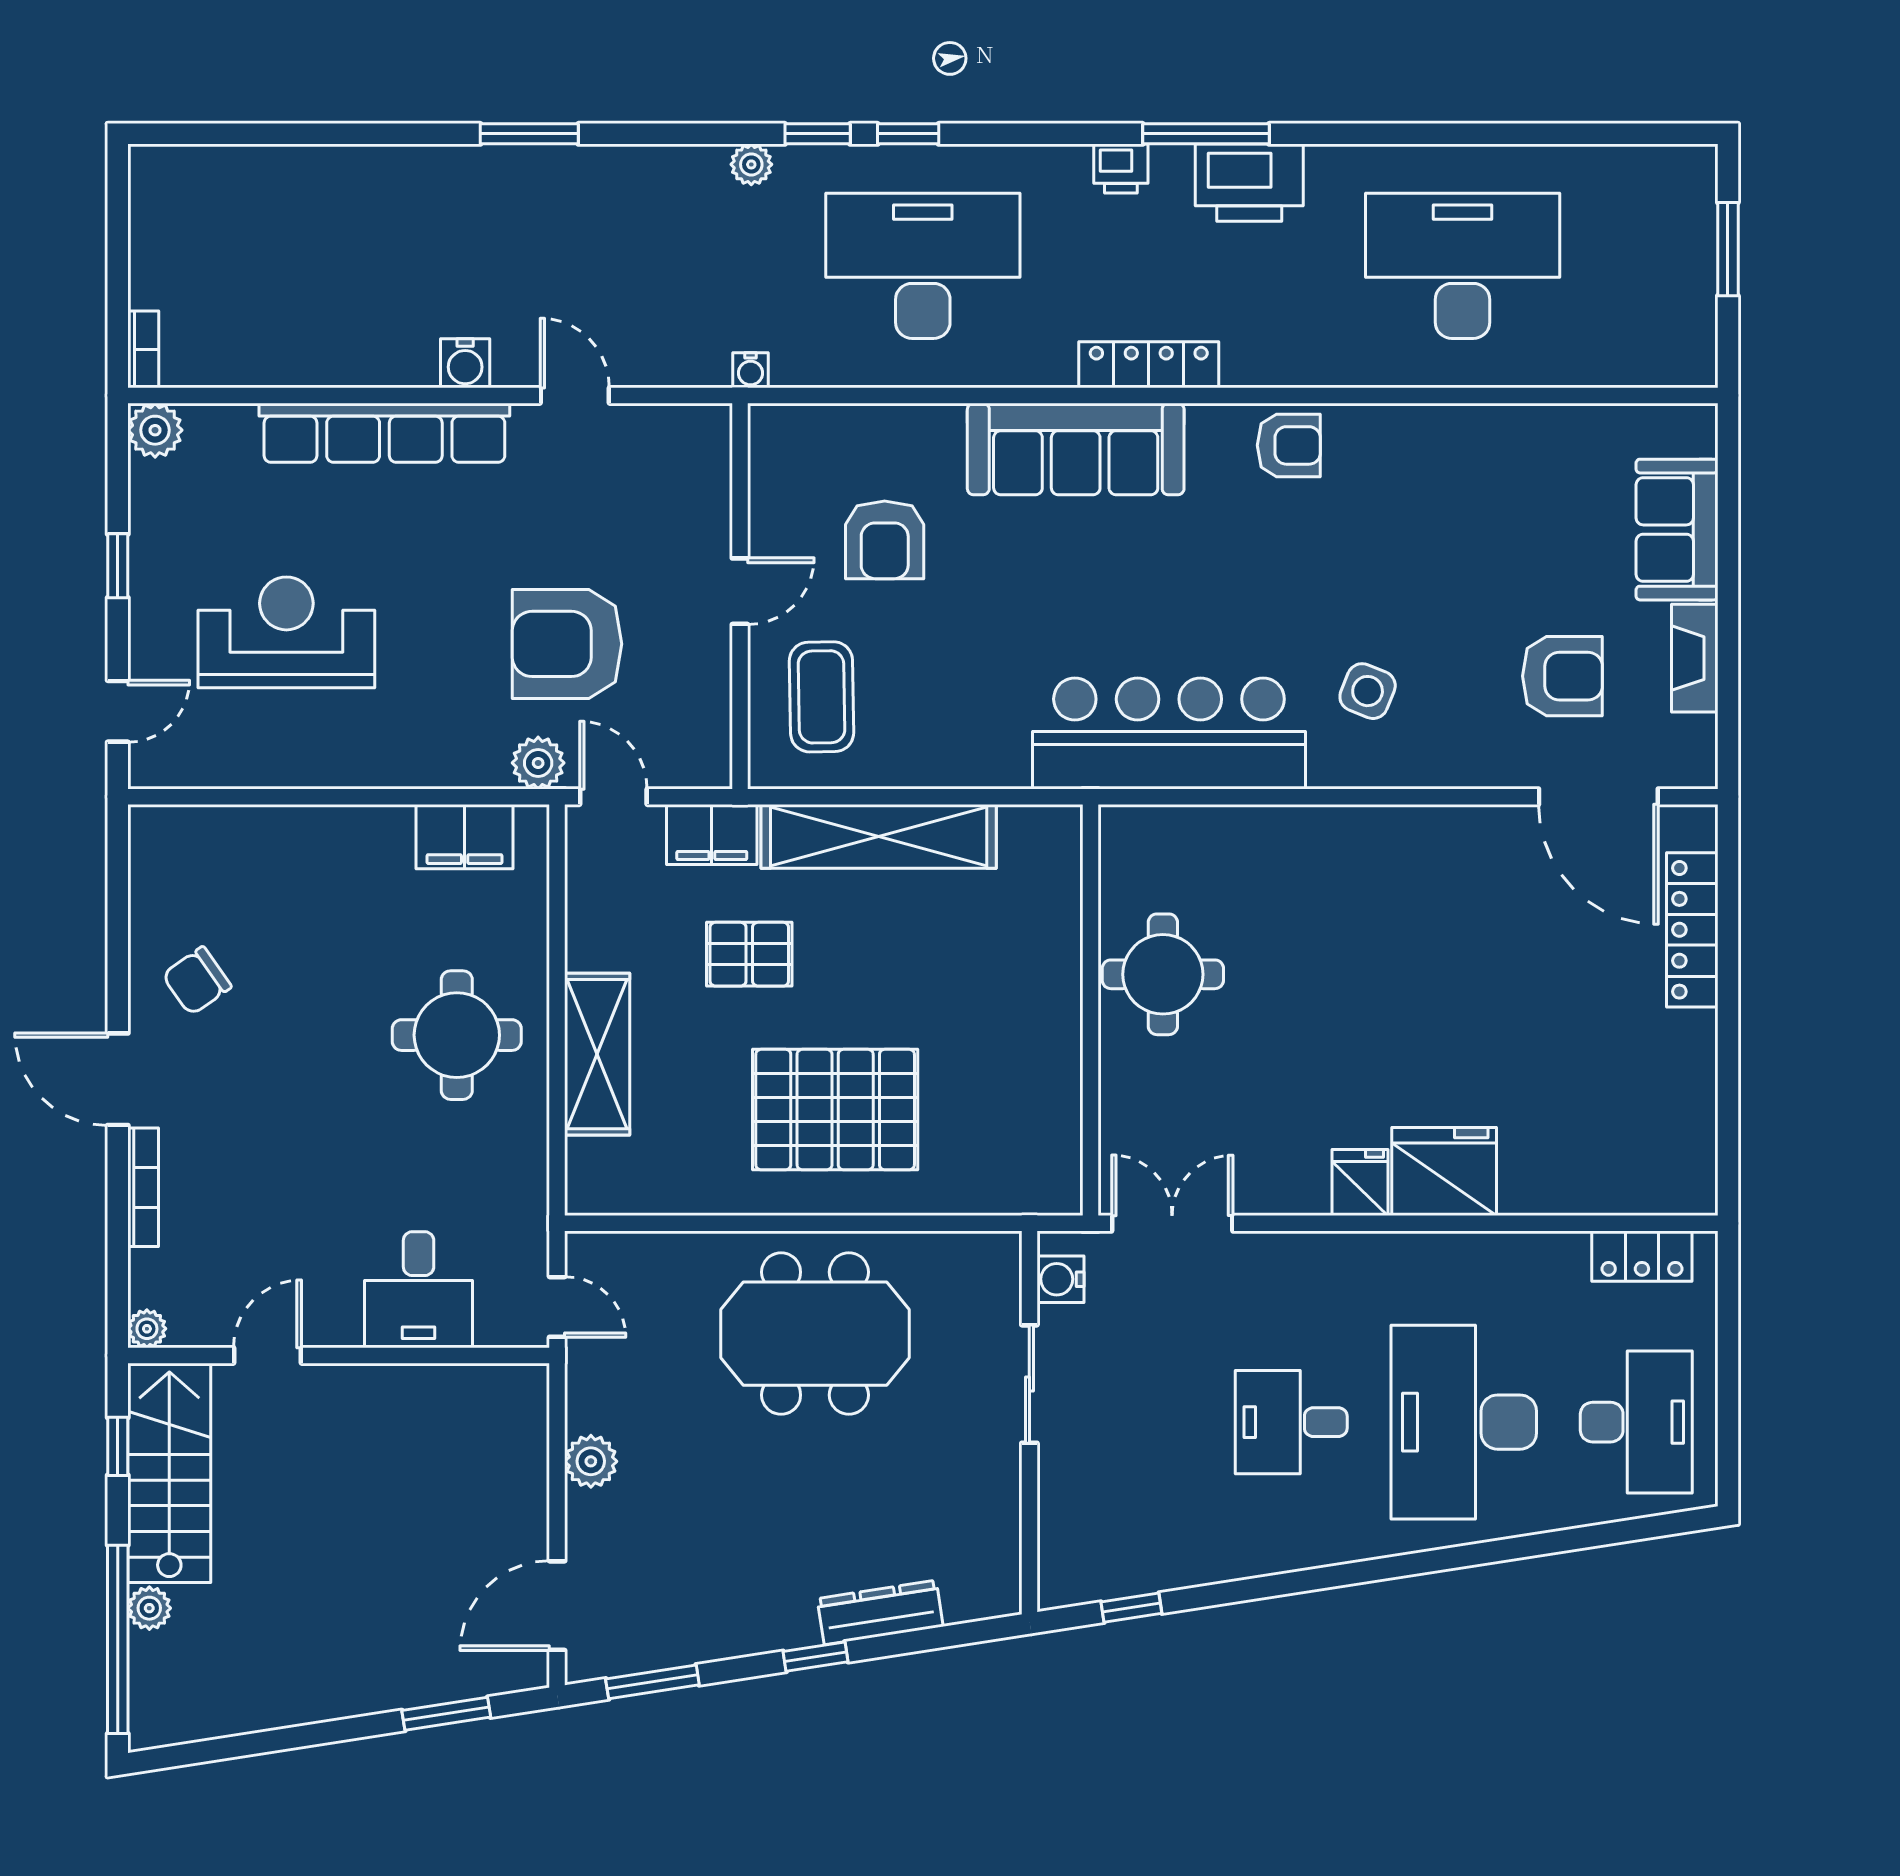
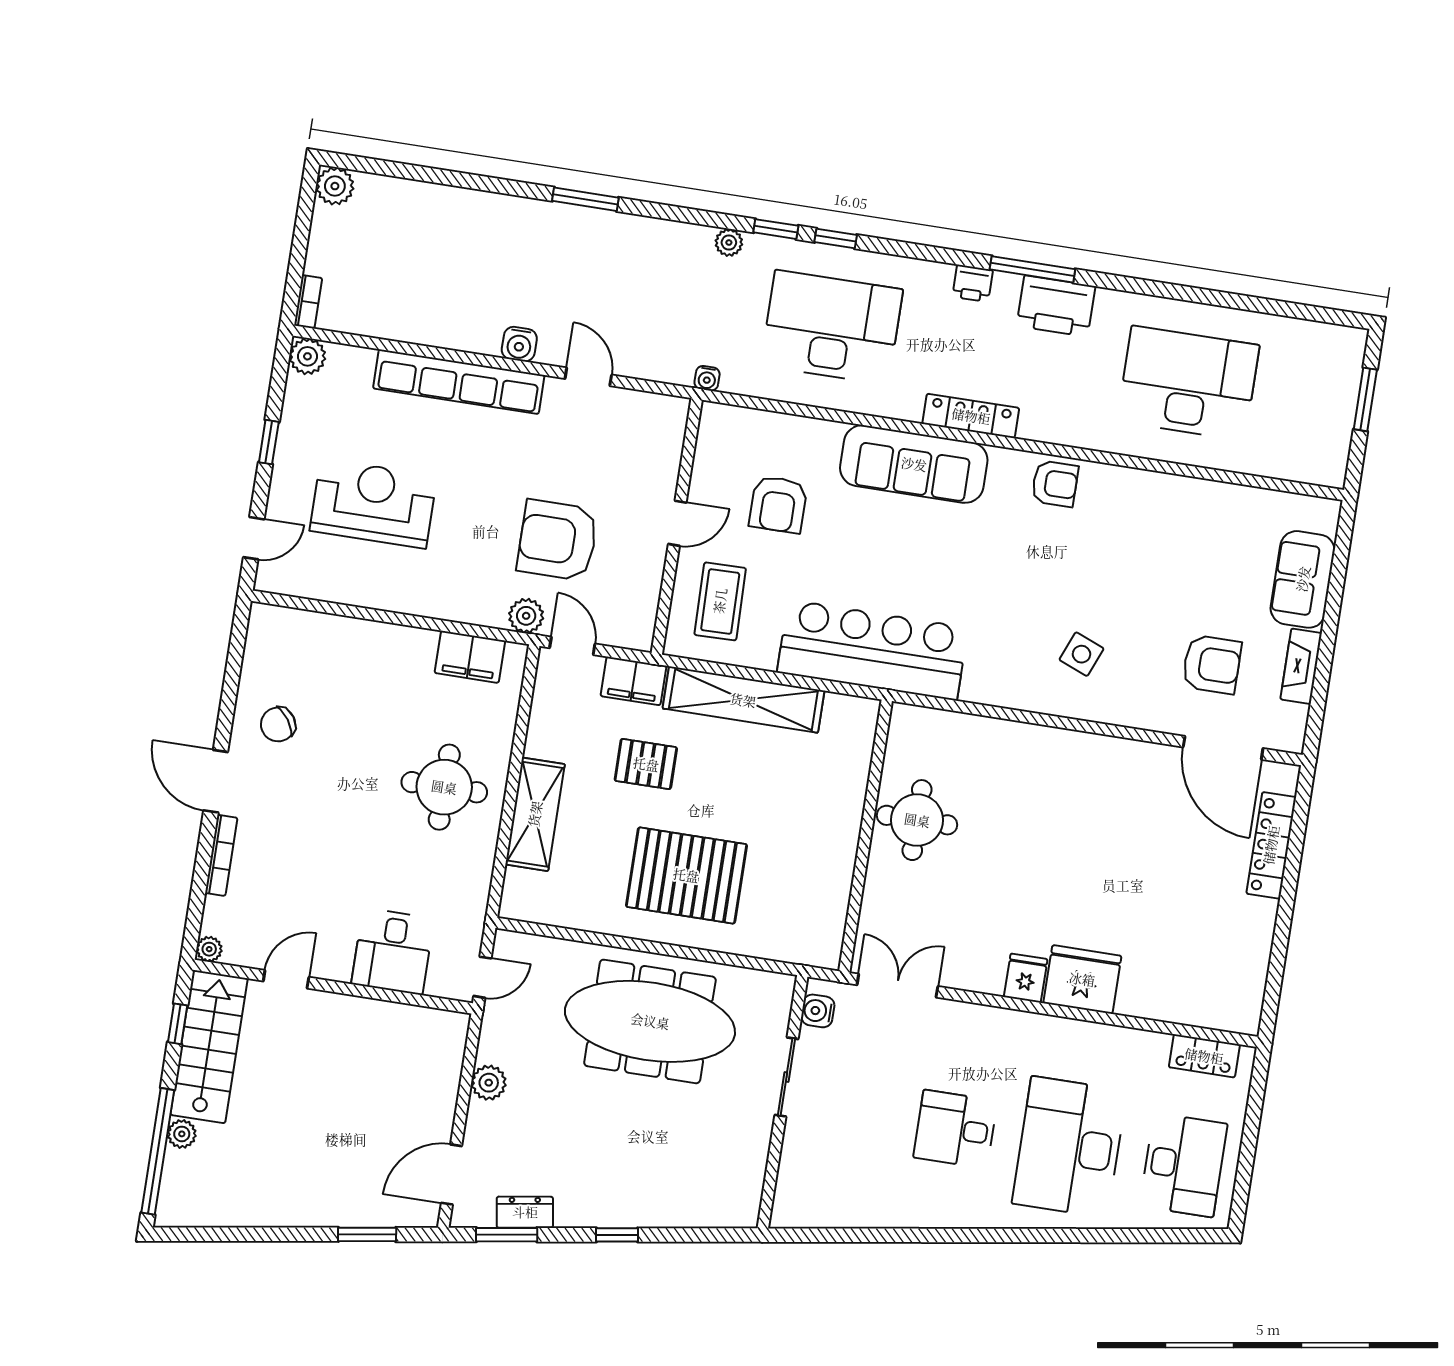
plant: (156, 172) -> (335, 186), added
bar counter: (1169, 734) -> (873, 650), moved
door: (557, 1307) -> (482, 977), hinge flipped
meeting table: (815, 1334) -> (650, 1021), width x1.36
window: (1131, 1608) -> (831, 1235), removed
dresser: (880, 1612) -> (525, 1212), moved, width x0.70

